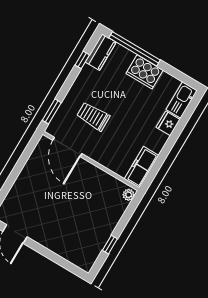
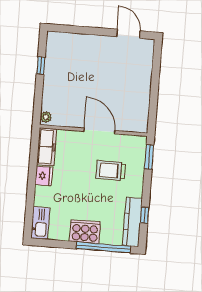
kitchen counter: (101, 52) -> (132, 222), width x1.50
trolley: (93, 116) -> (111, 170), turned 180
fridge: (168, 123) -> (44, 176), moved
door: (67, 147) -> (99, 131), moved

